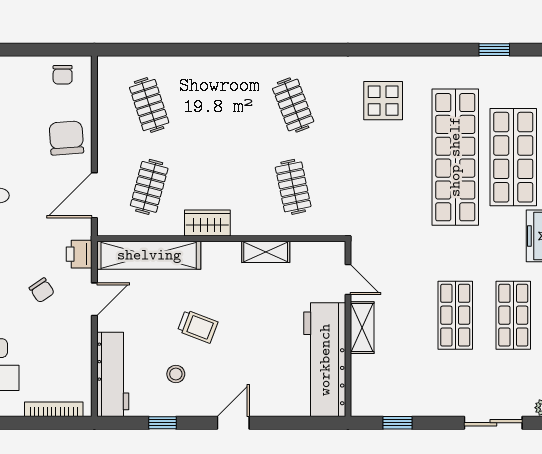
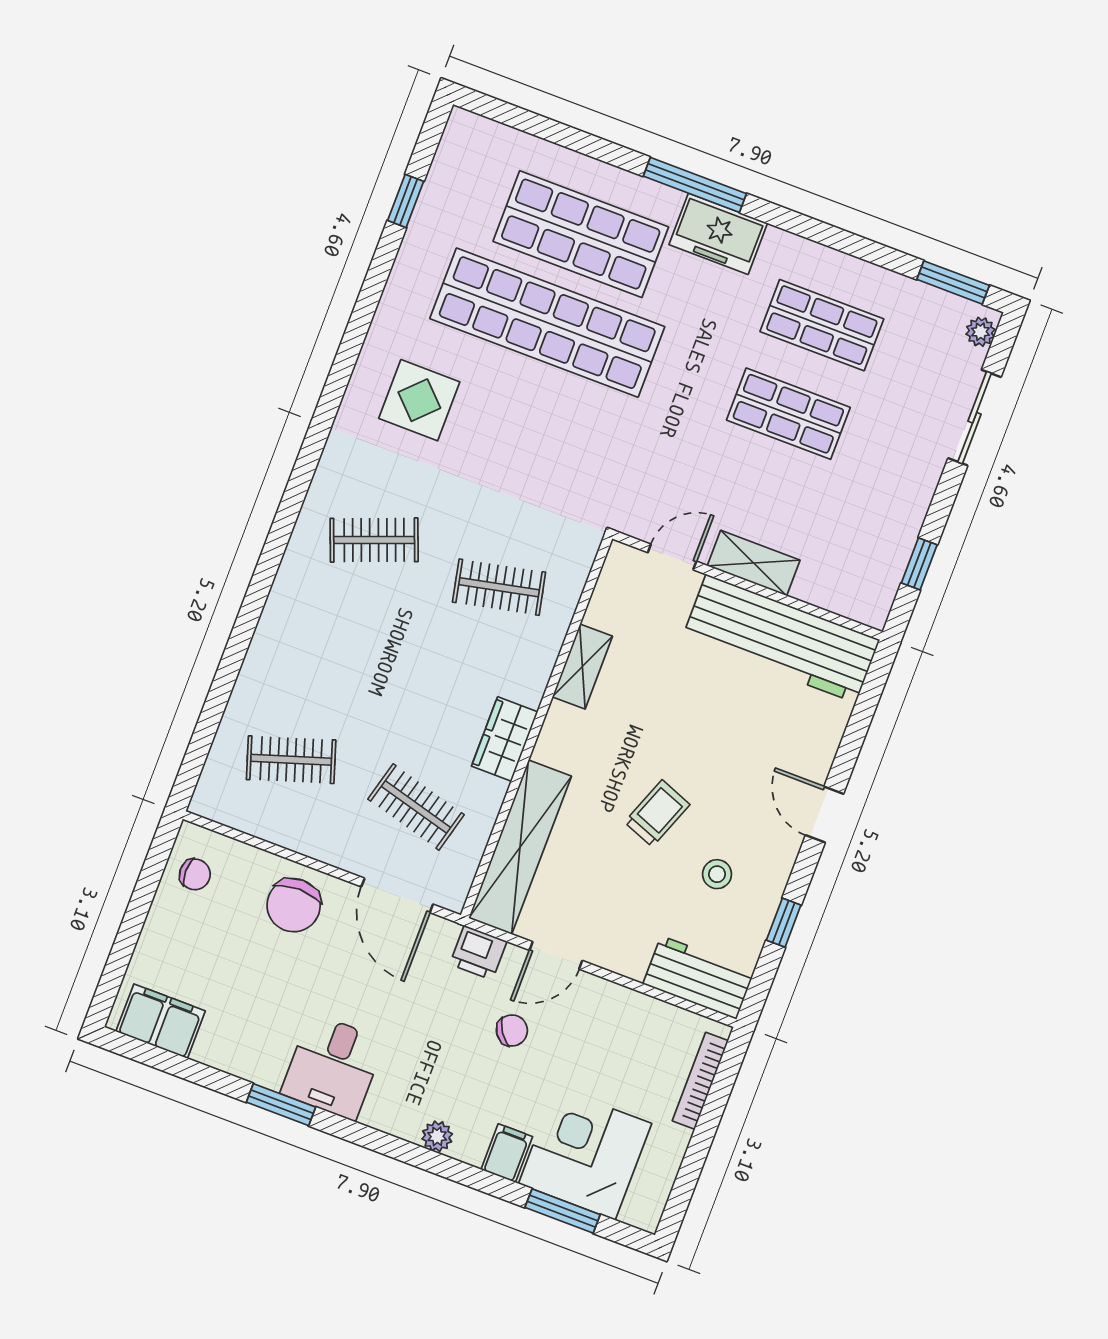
chair: (66, 138) -> (294, 905), turned -86
door: (94, 299) -> (556, 955), swing flipped
workbench: (113, 374) -> (699, 977), width x0.73

